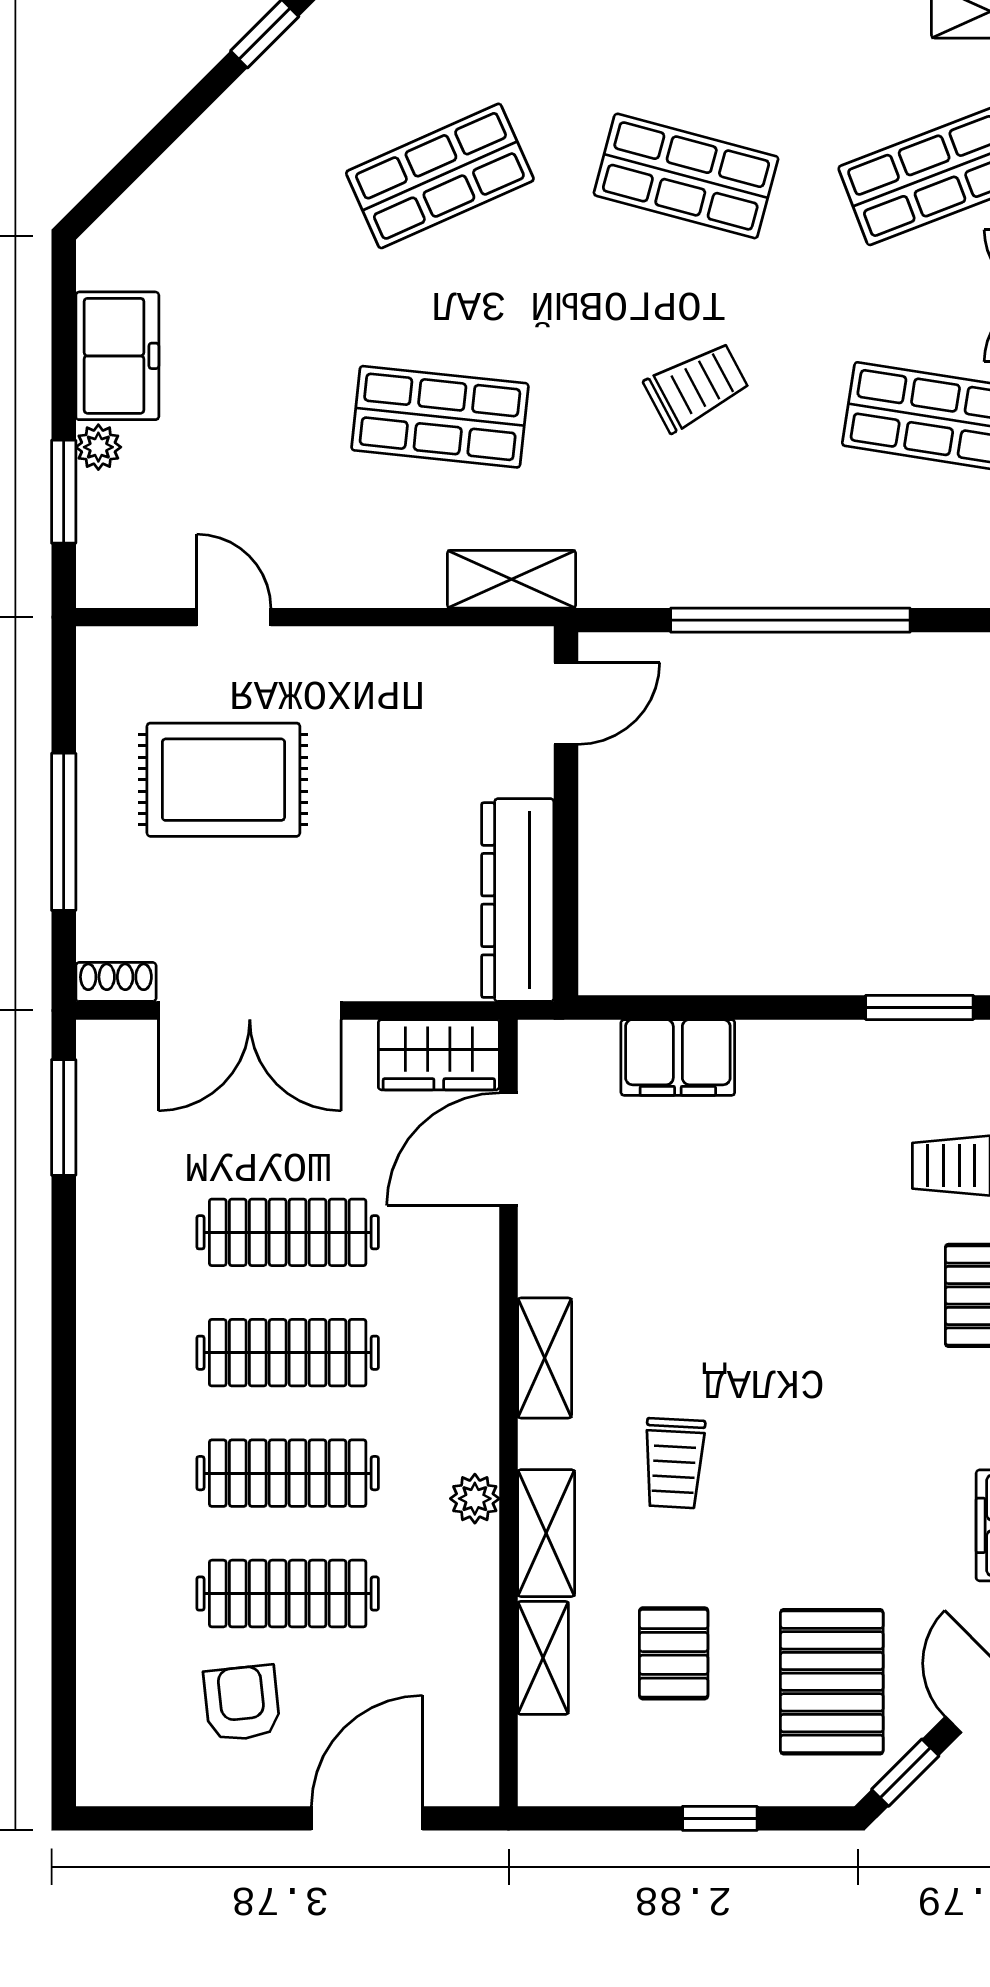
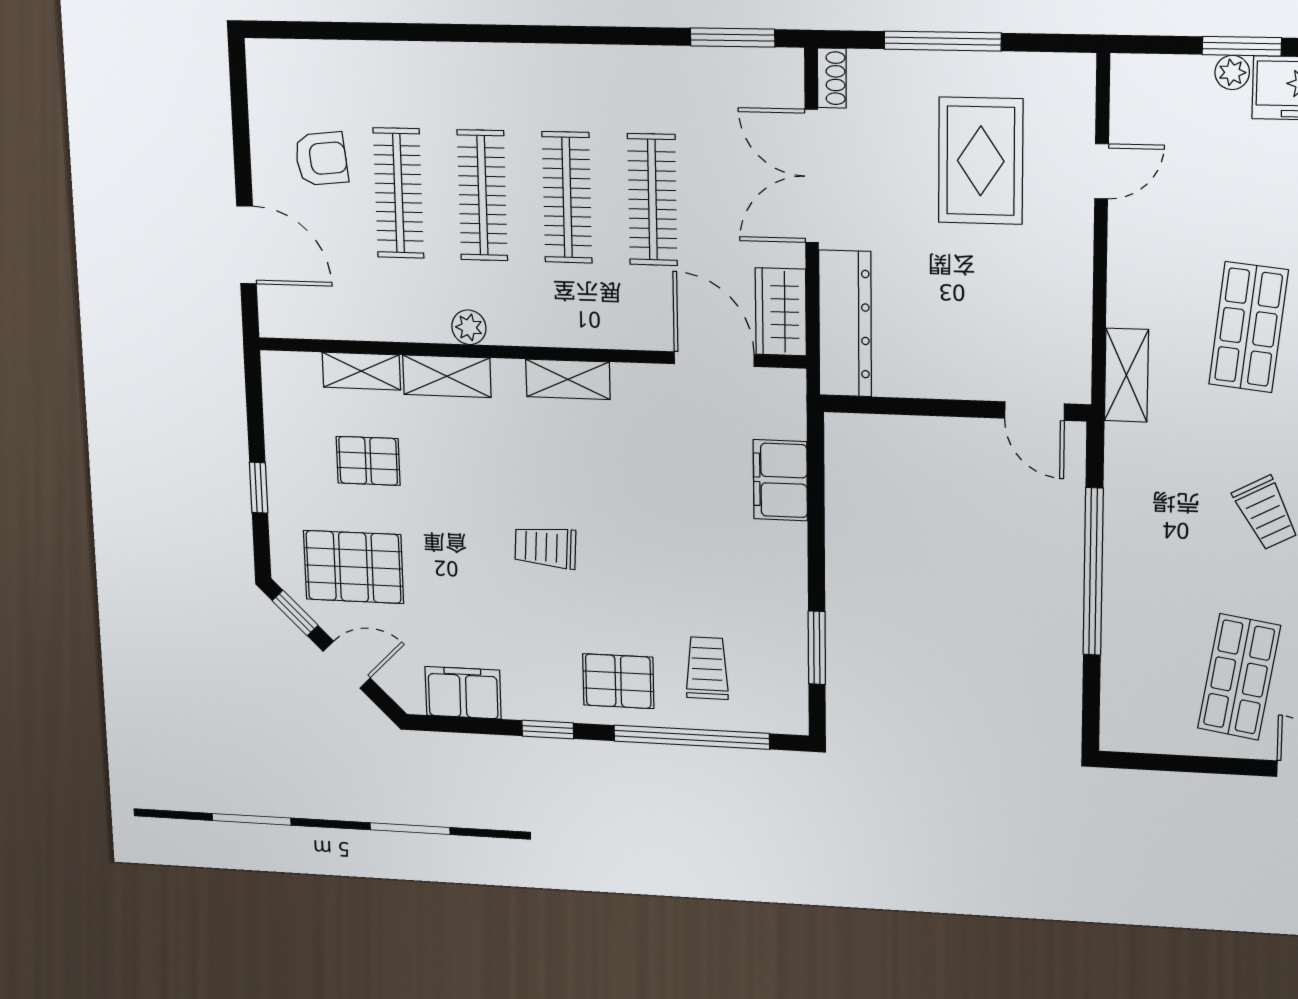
window: (64, 492) -> (1242, 46), moved
dresser: (518, 900) -> (845, 324), moved, turned 90
trolley: (674, 1463) -> (545, 547), moved

